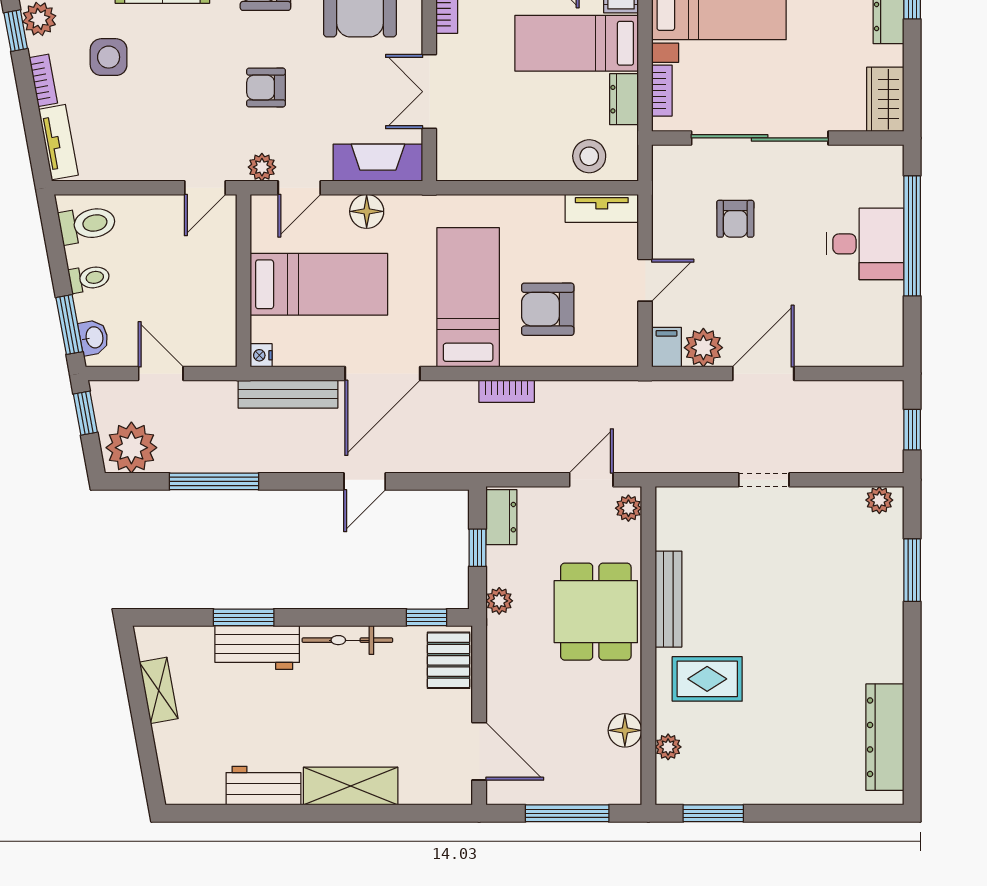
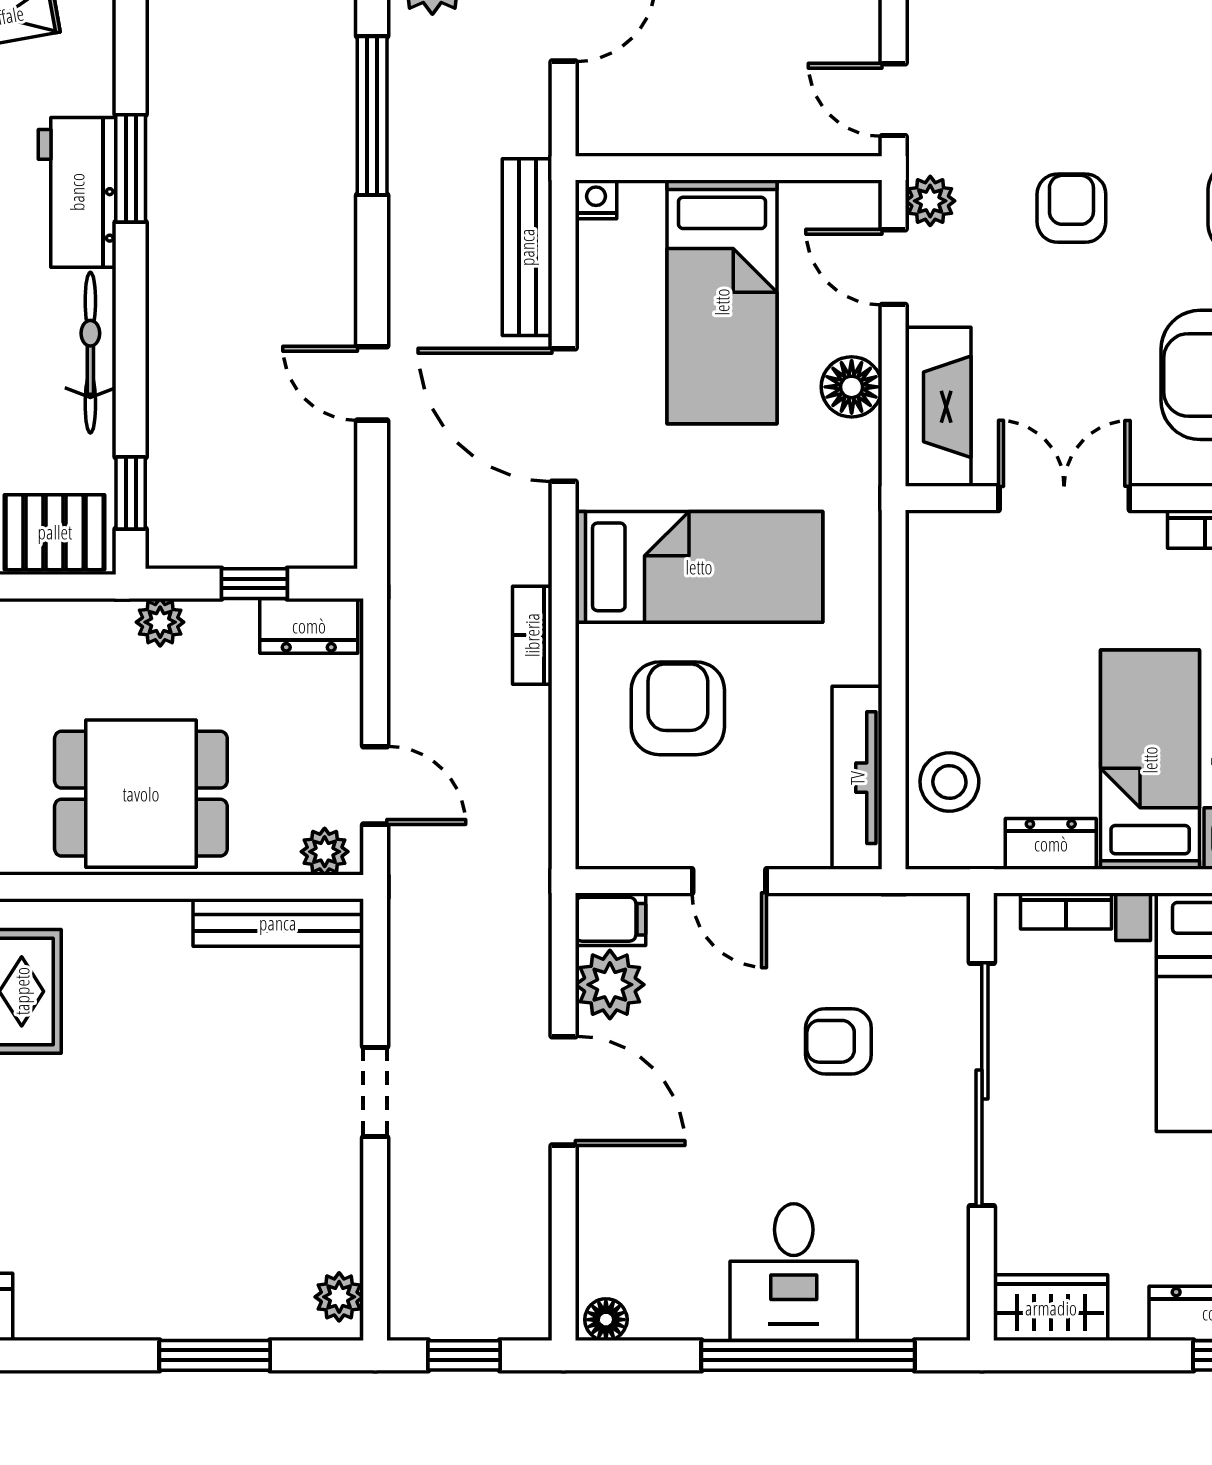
tv unit: (602, 208) -> (857, 778), width x1.41
floor lamp: (892, 350) -> (606, 1320), added
bench: (668, 599) -> (278, 923), moved

